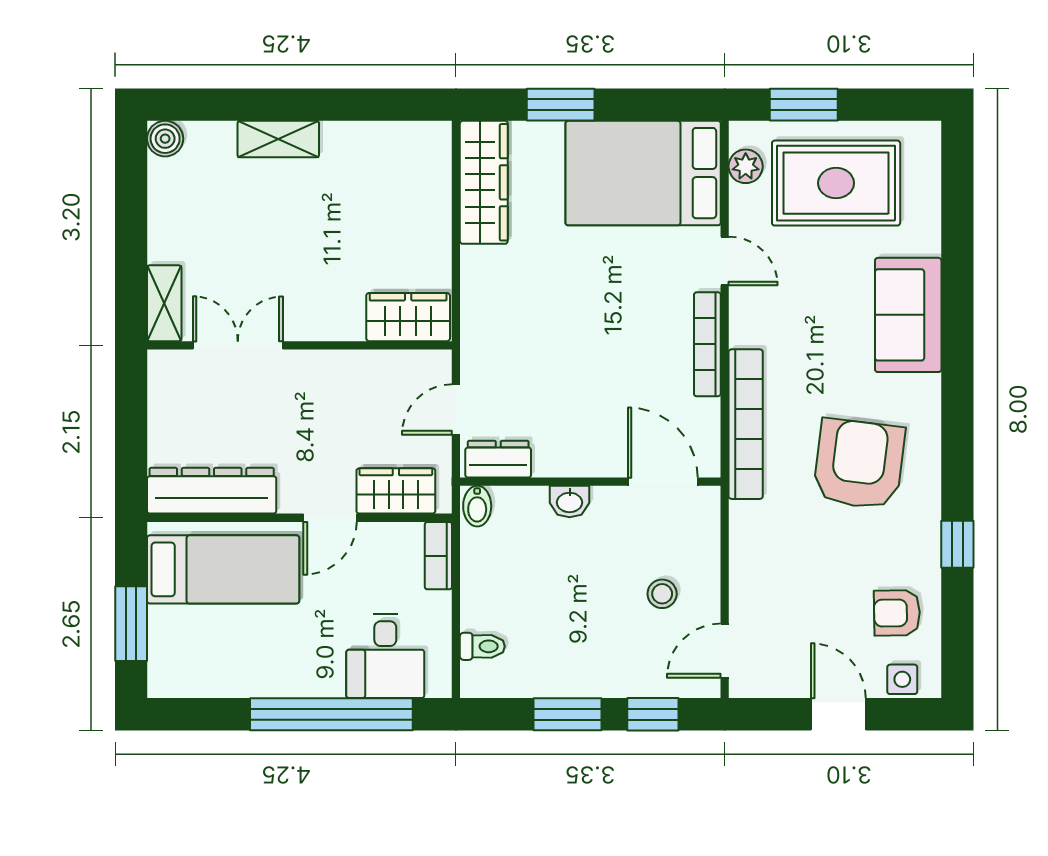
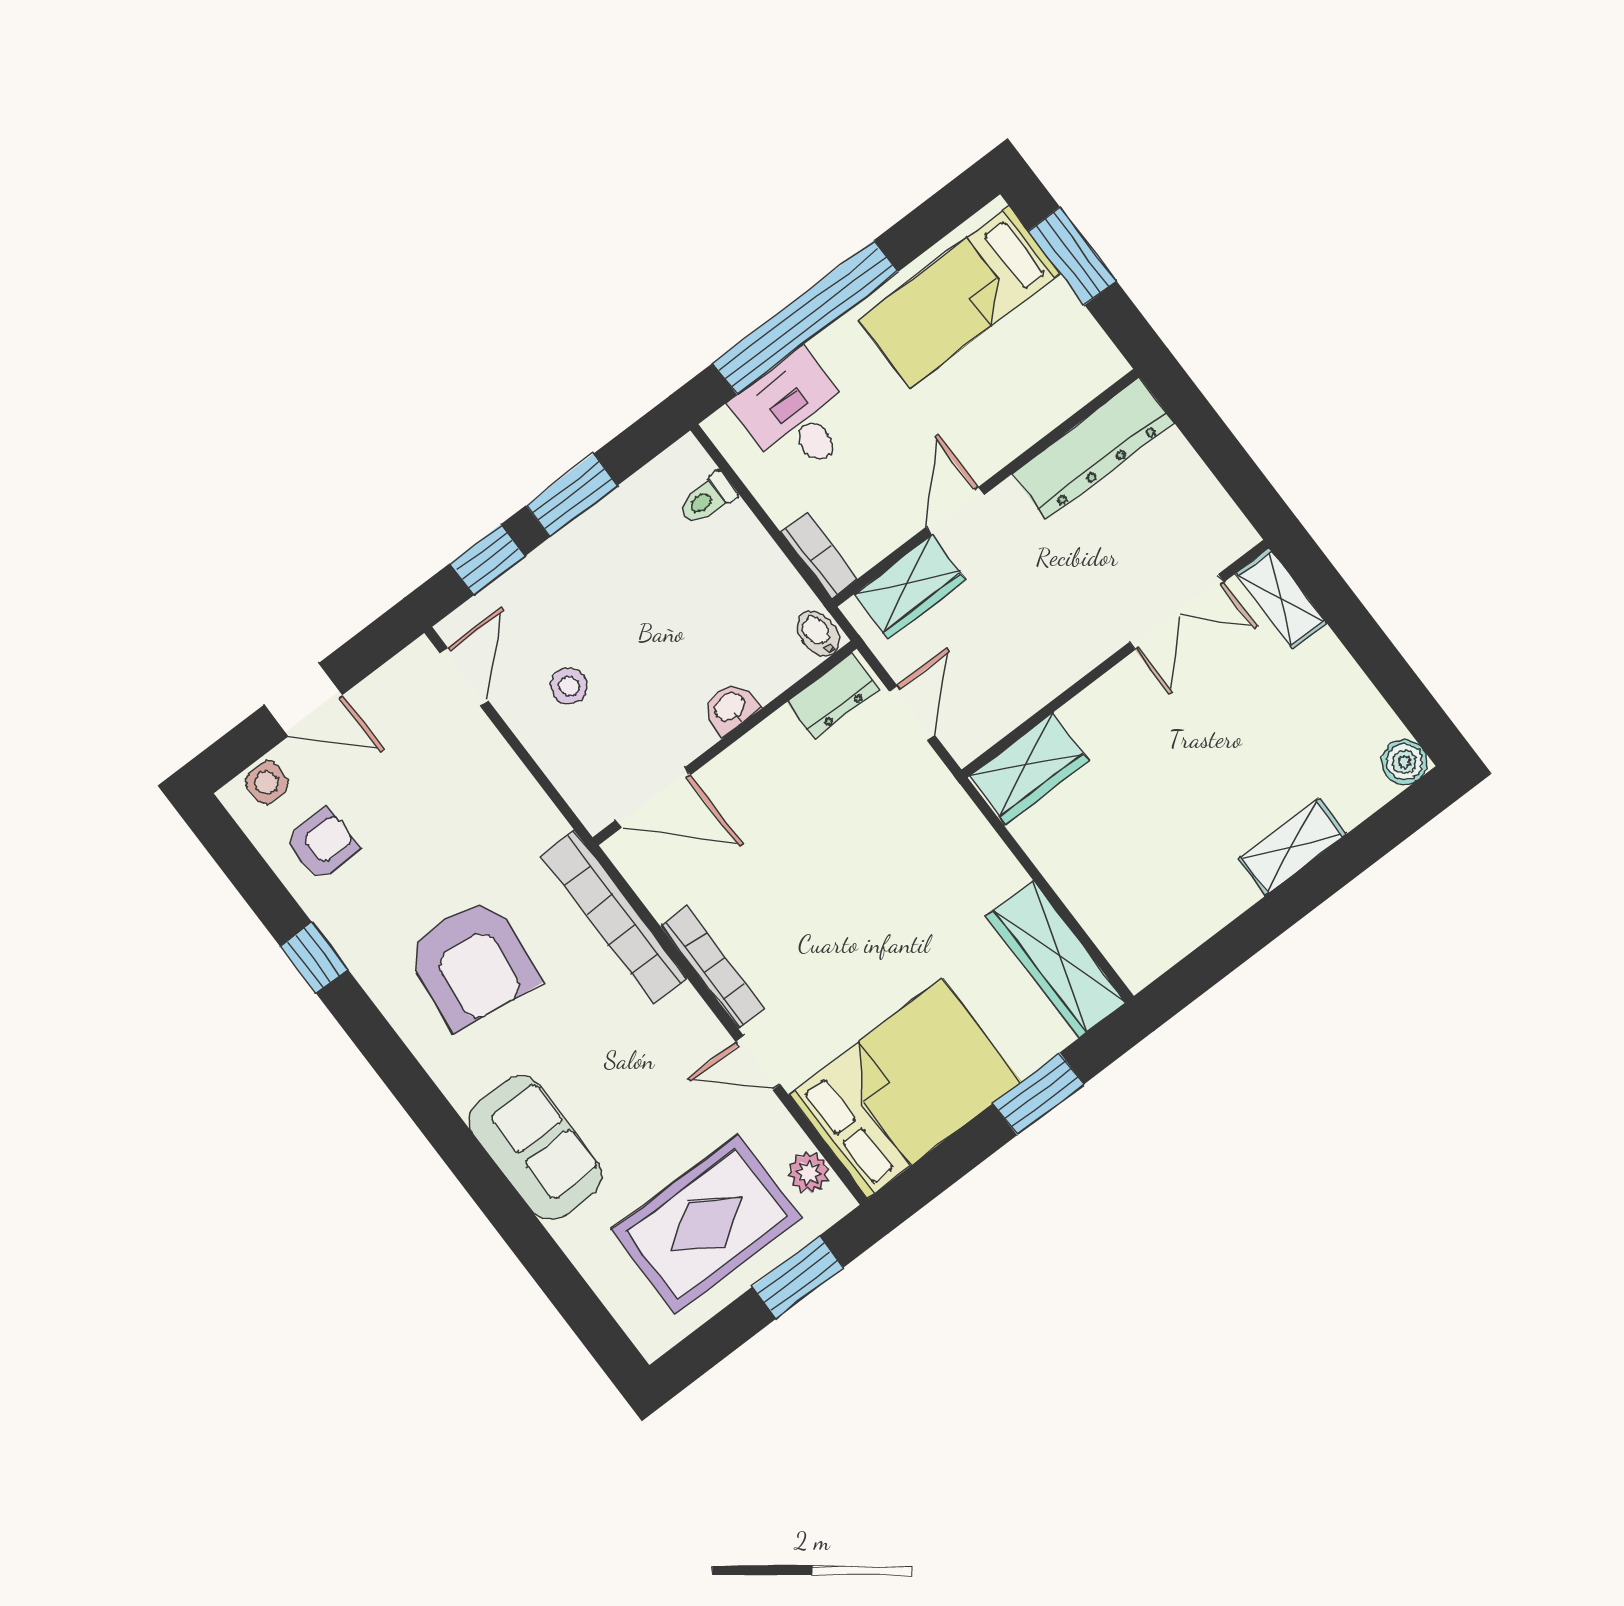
bed: (223, 569) -> (959, 297), moved

